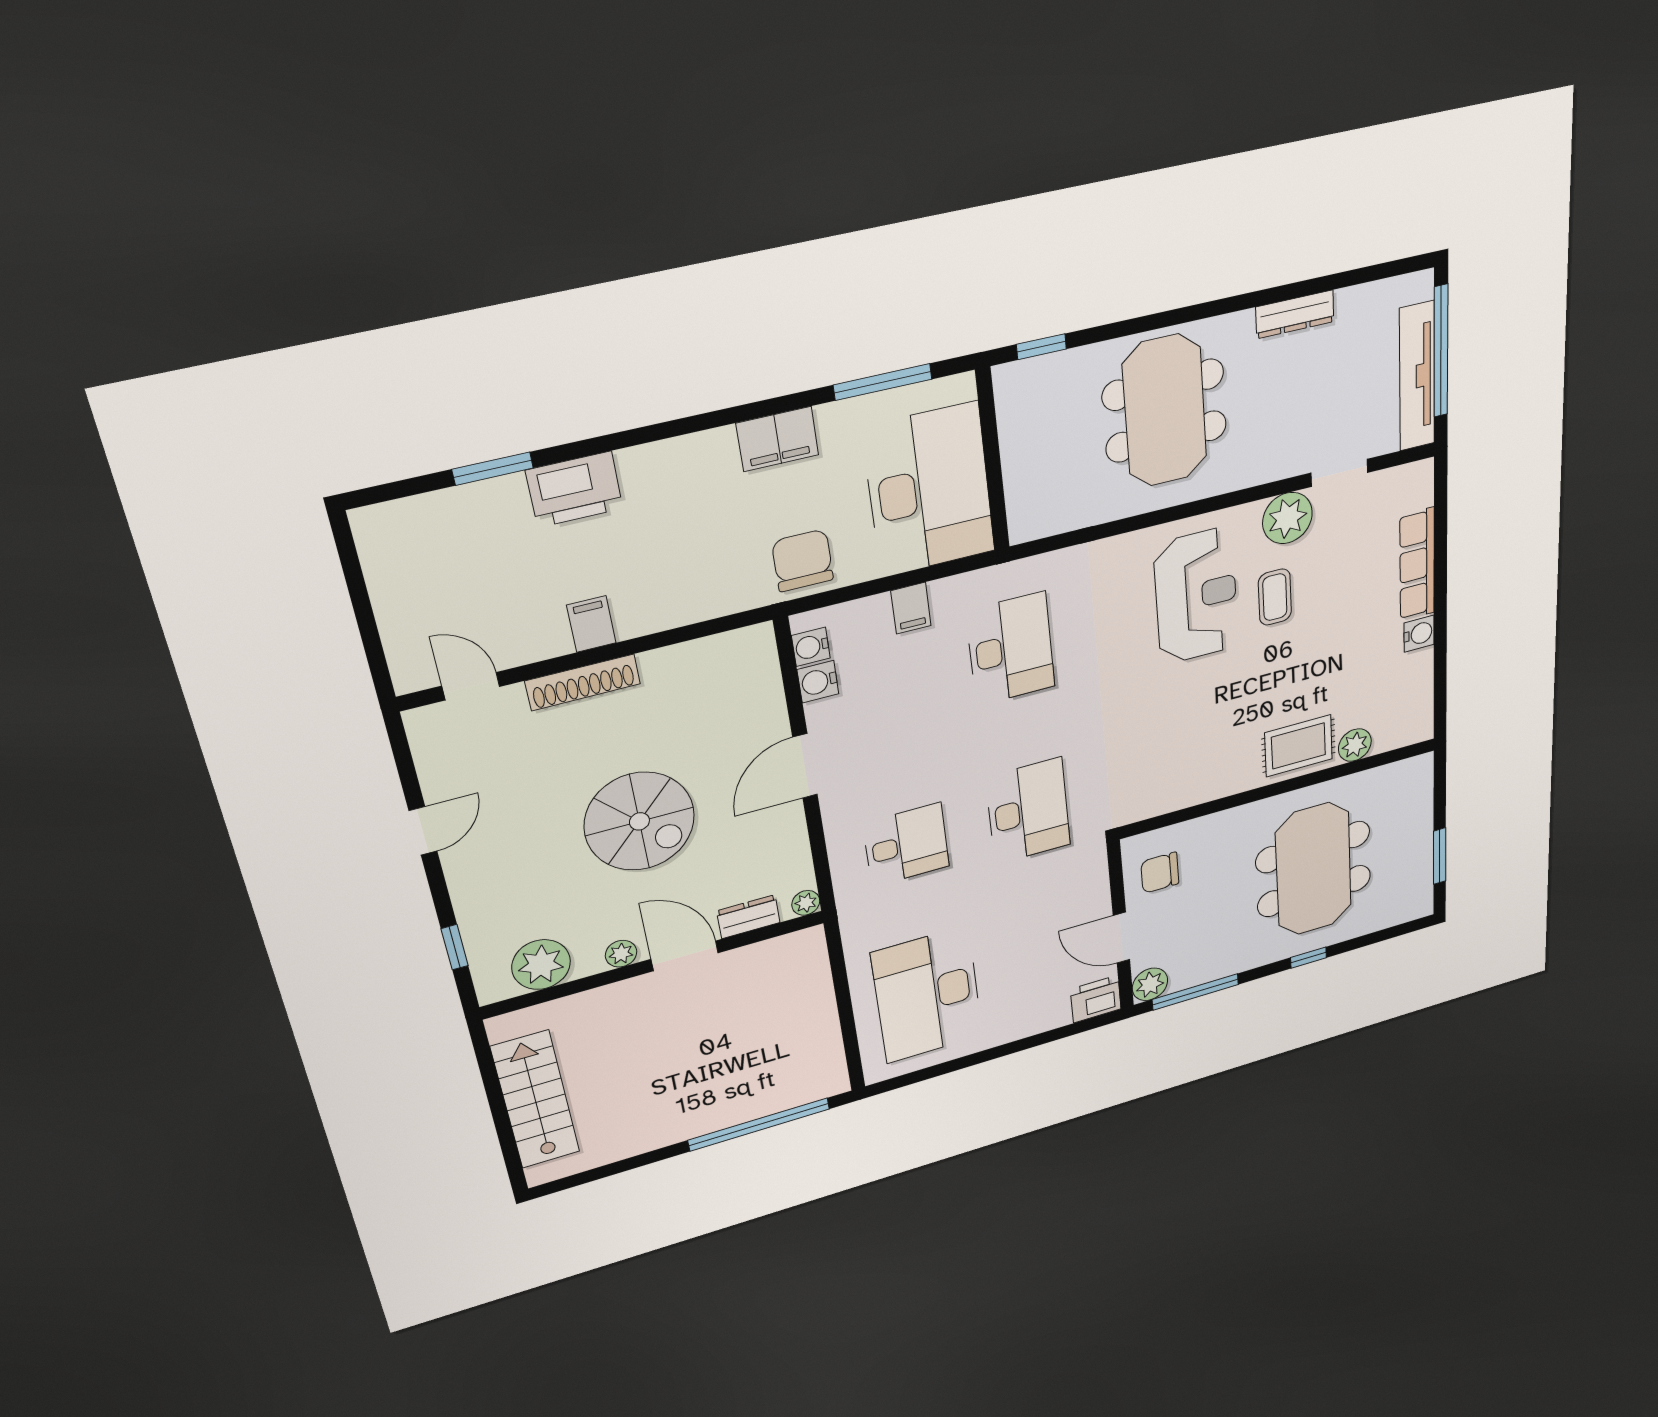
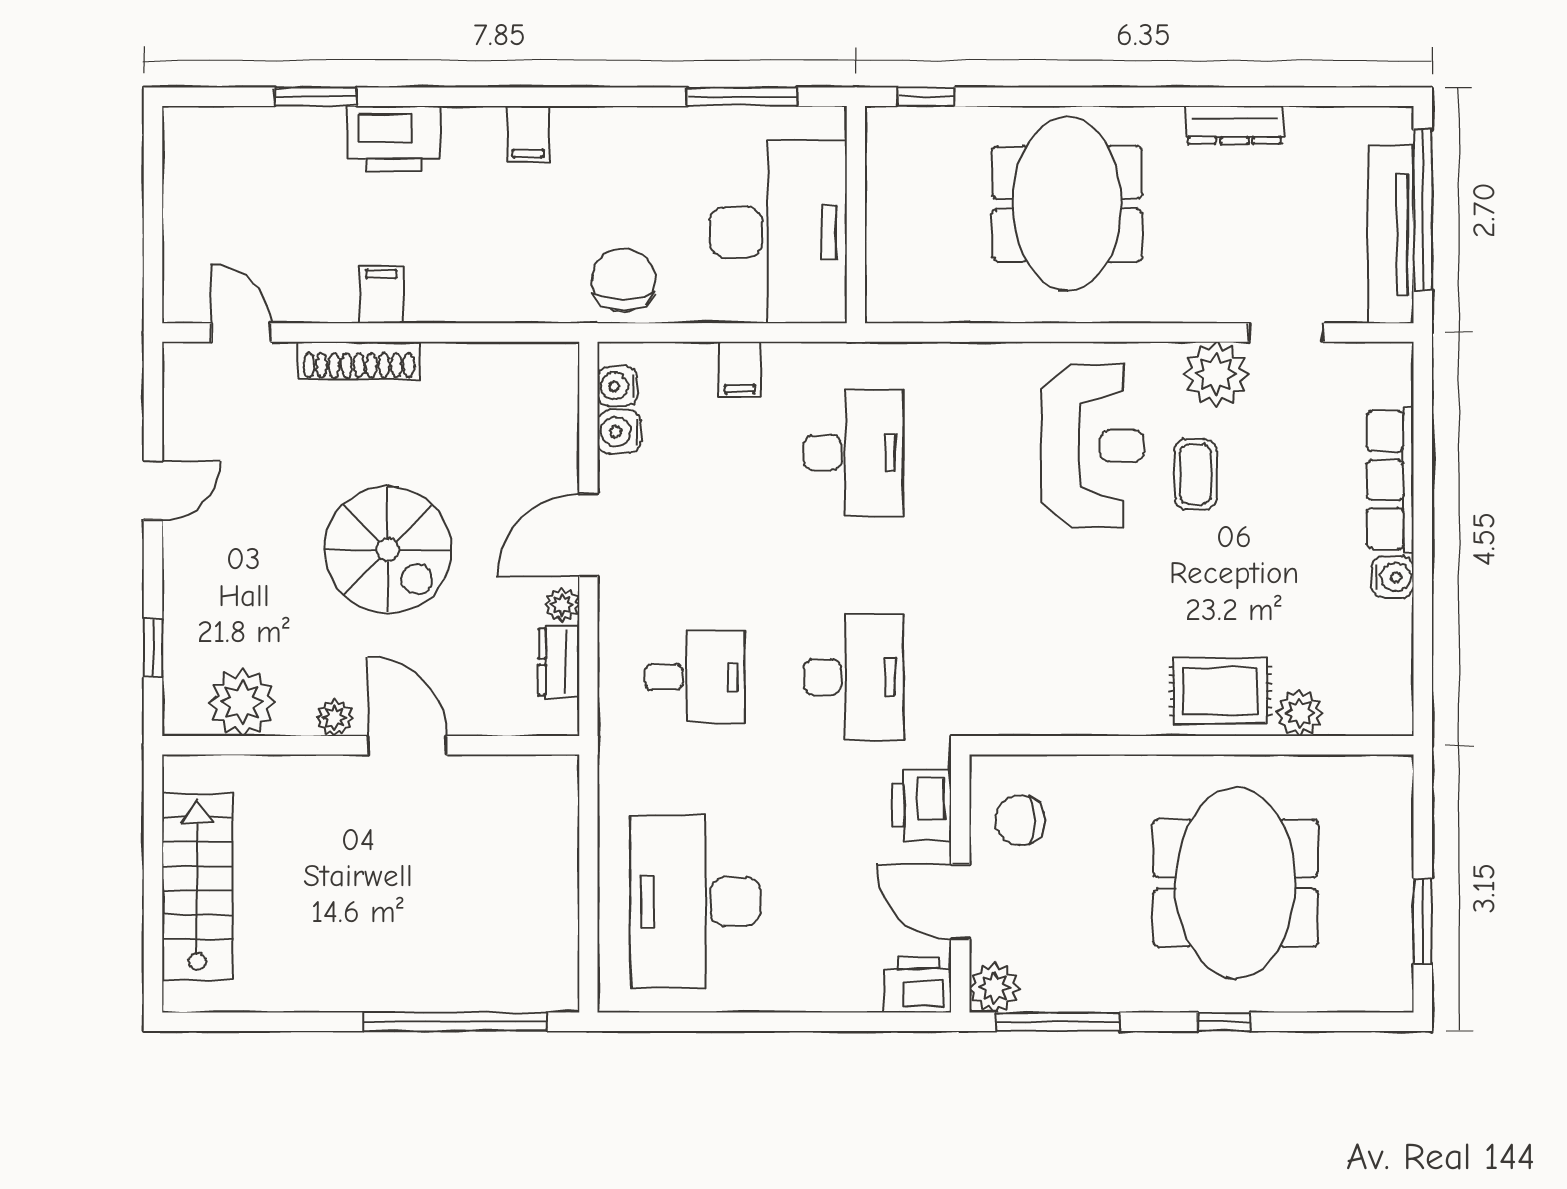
filing cabinet: (777, 439) -> (528, 134), moved, width x0.50
printer: (1088, 883) -> (921, 805), added
plant: (806, 903) -> (562, 605), moved
dresser: (748, 917) -> (559, 662), moved, turned -90

